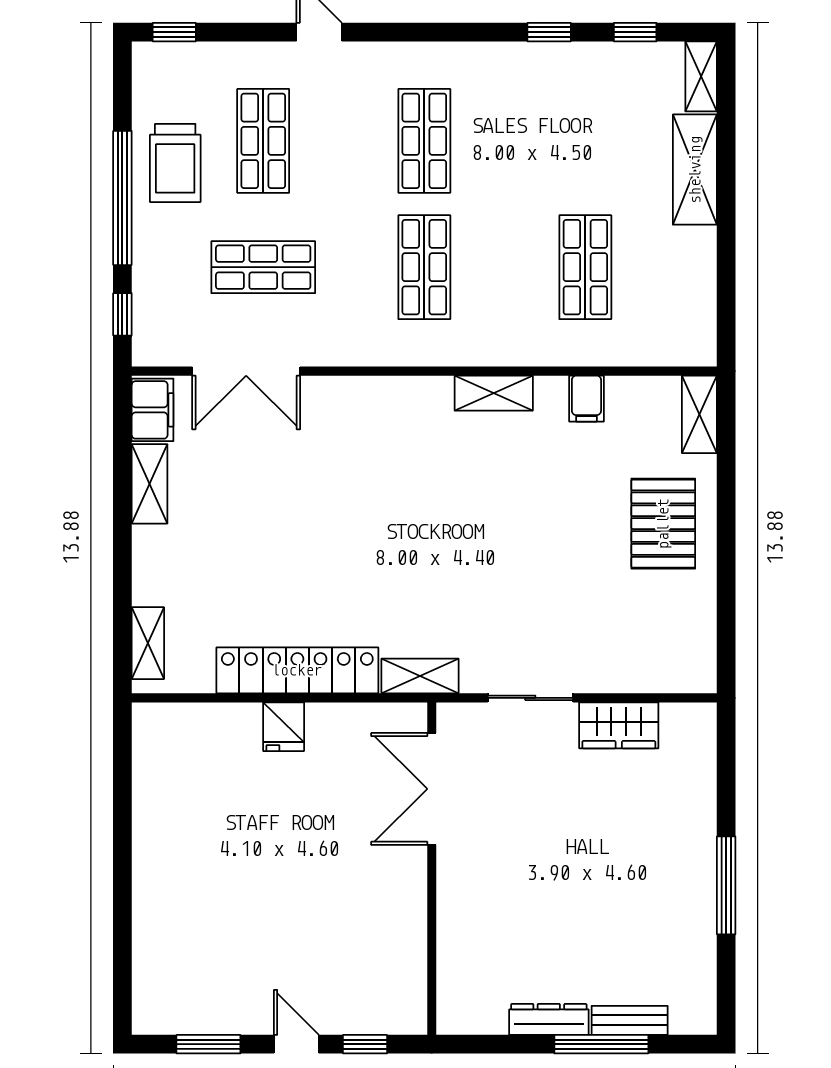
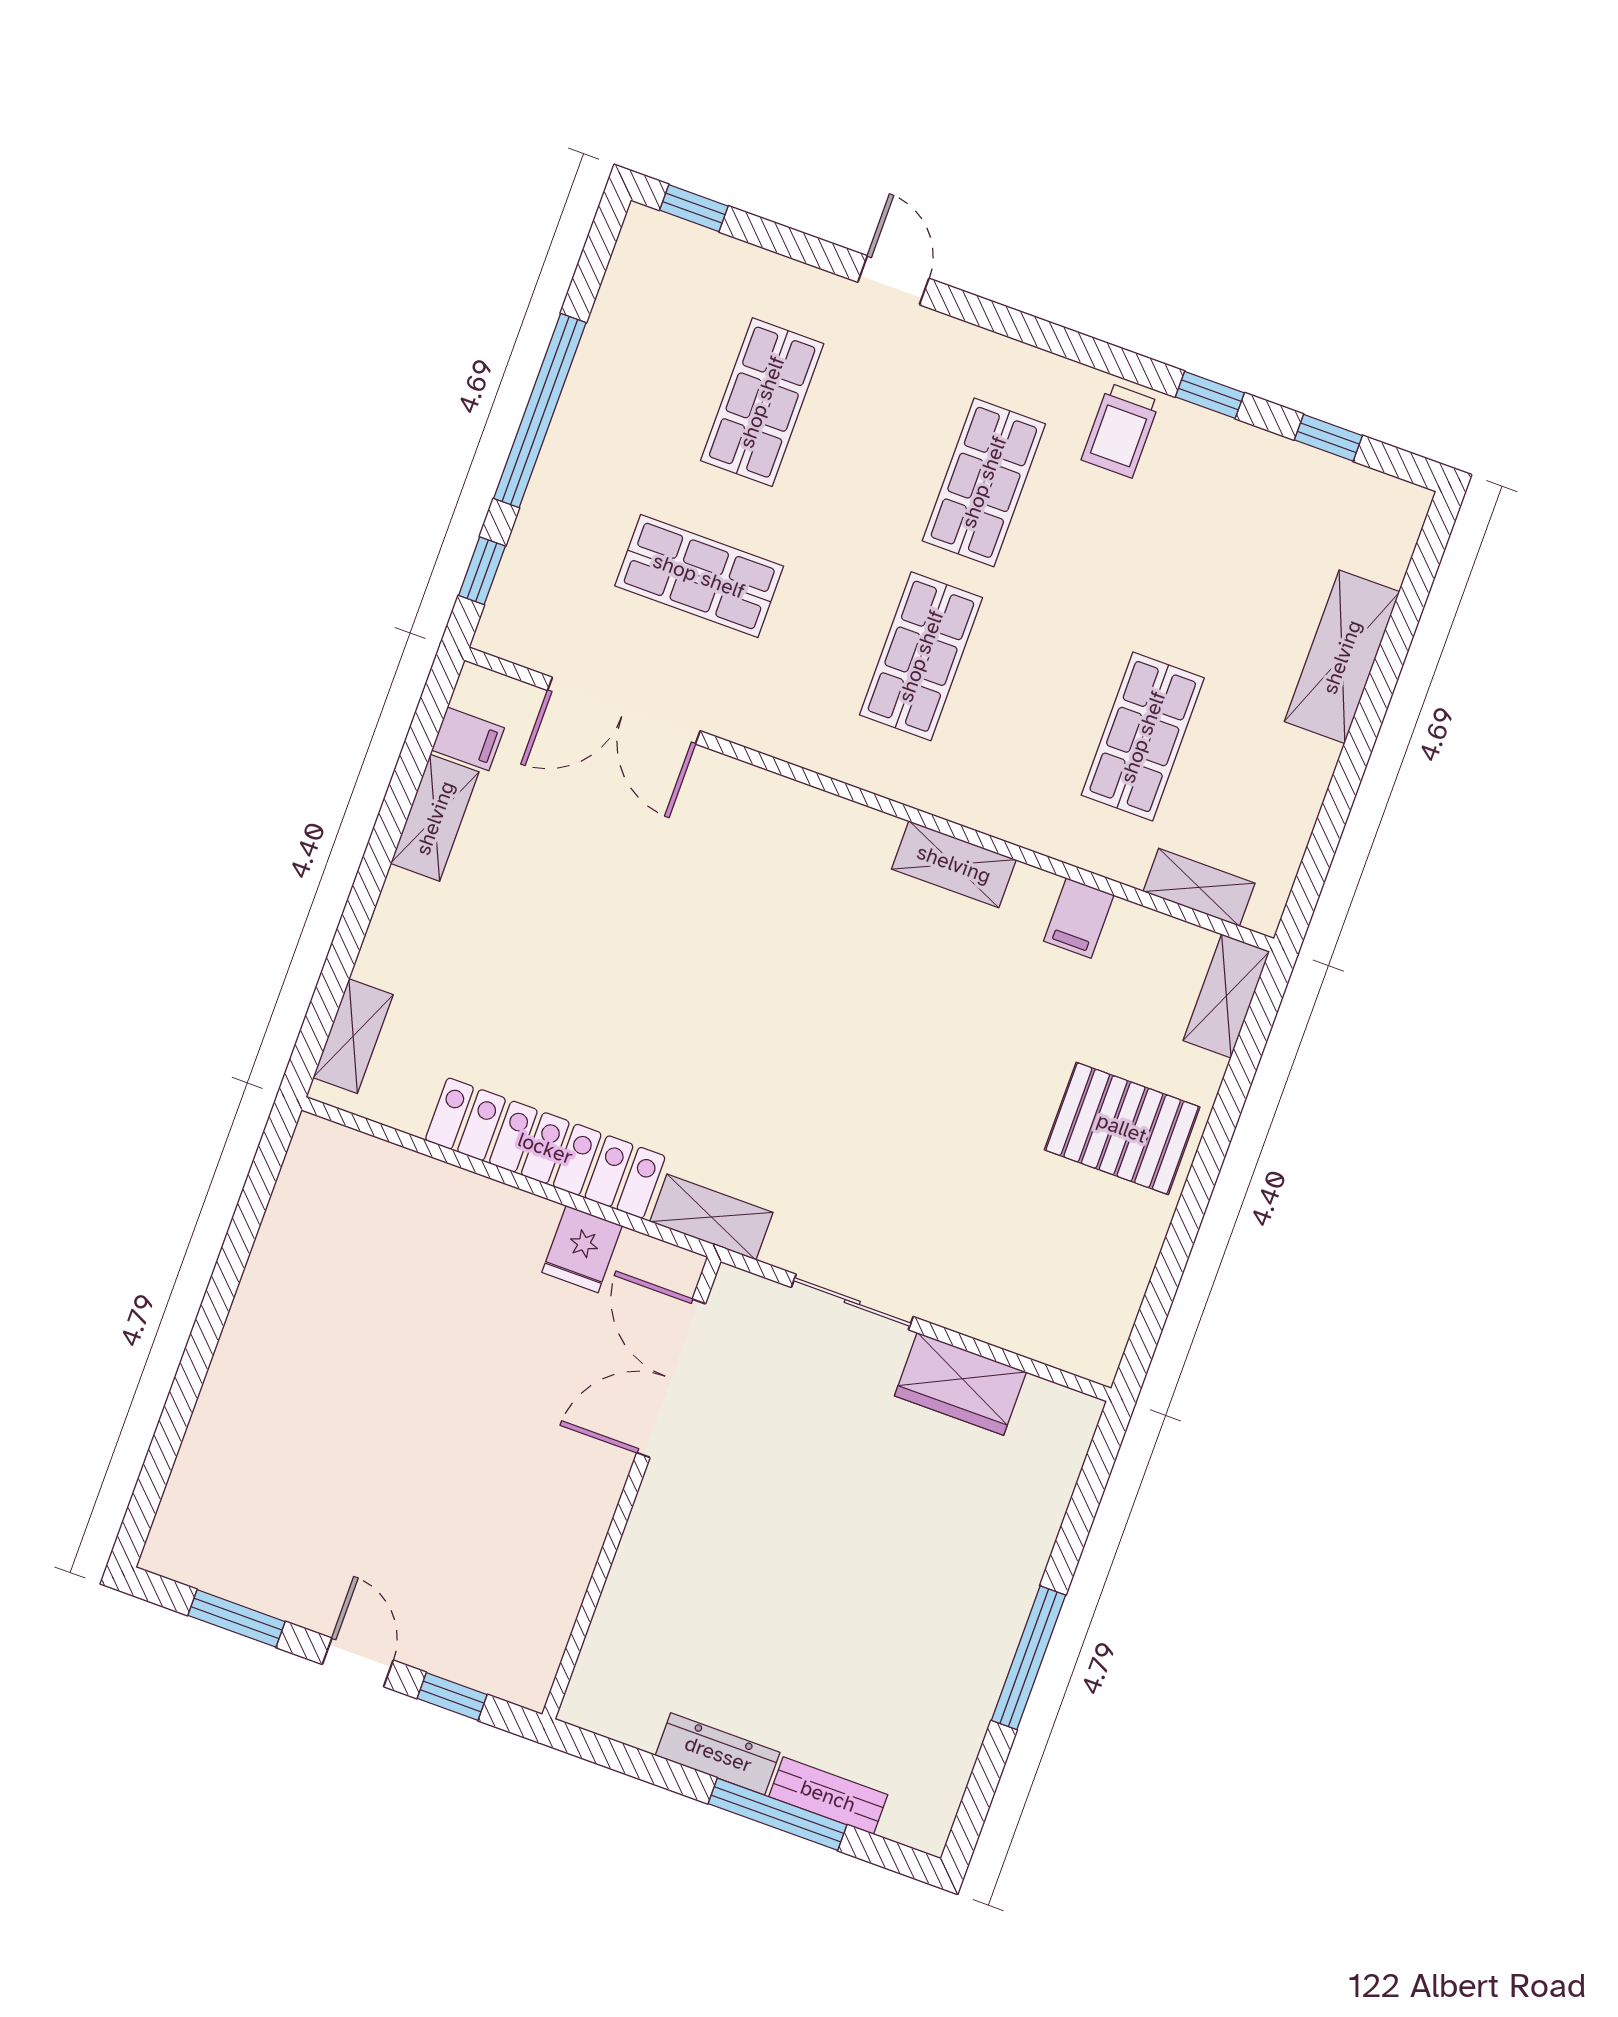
shelving: (701, 76) -> (1199, 887), moved, turned 90
trolley: (175, 163) -> (1120, 431), moved, width x0.73, depth x0.72
filing cabinet: (153, 410) -> (468, 739), width x0.50
pallet: (663, 524) -> (1122, 1128), turned 90
fridge: (284, 727) -> (582, 1249), moved

